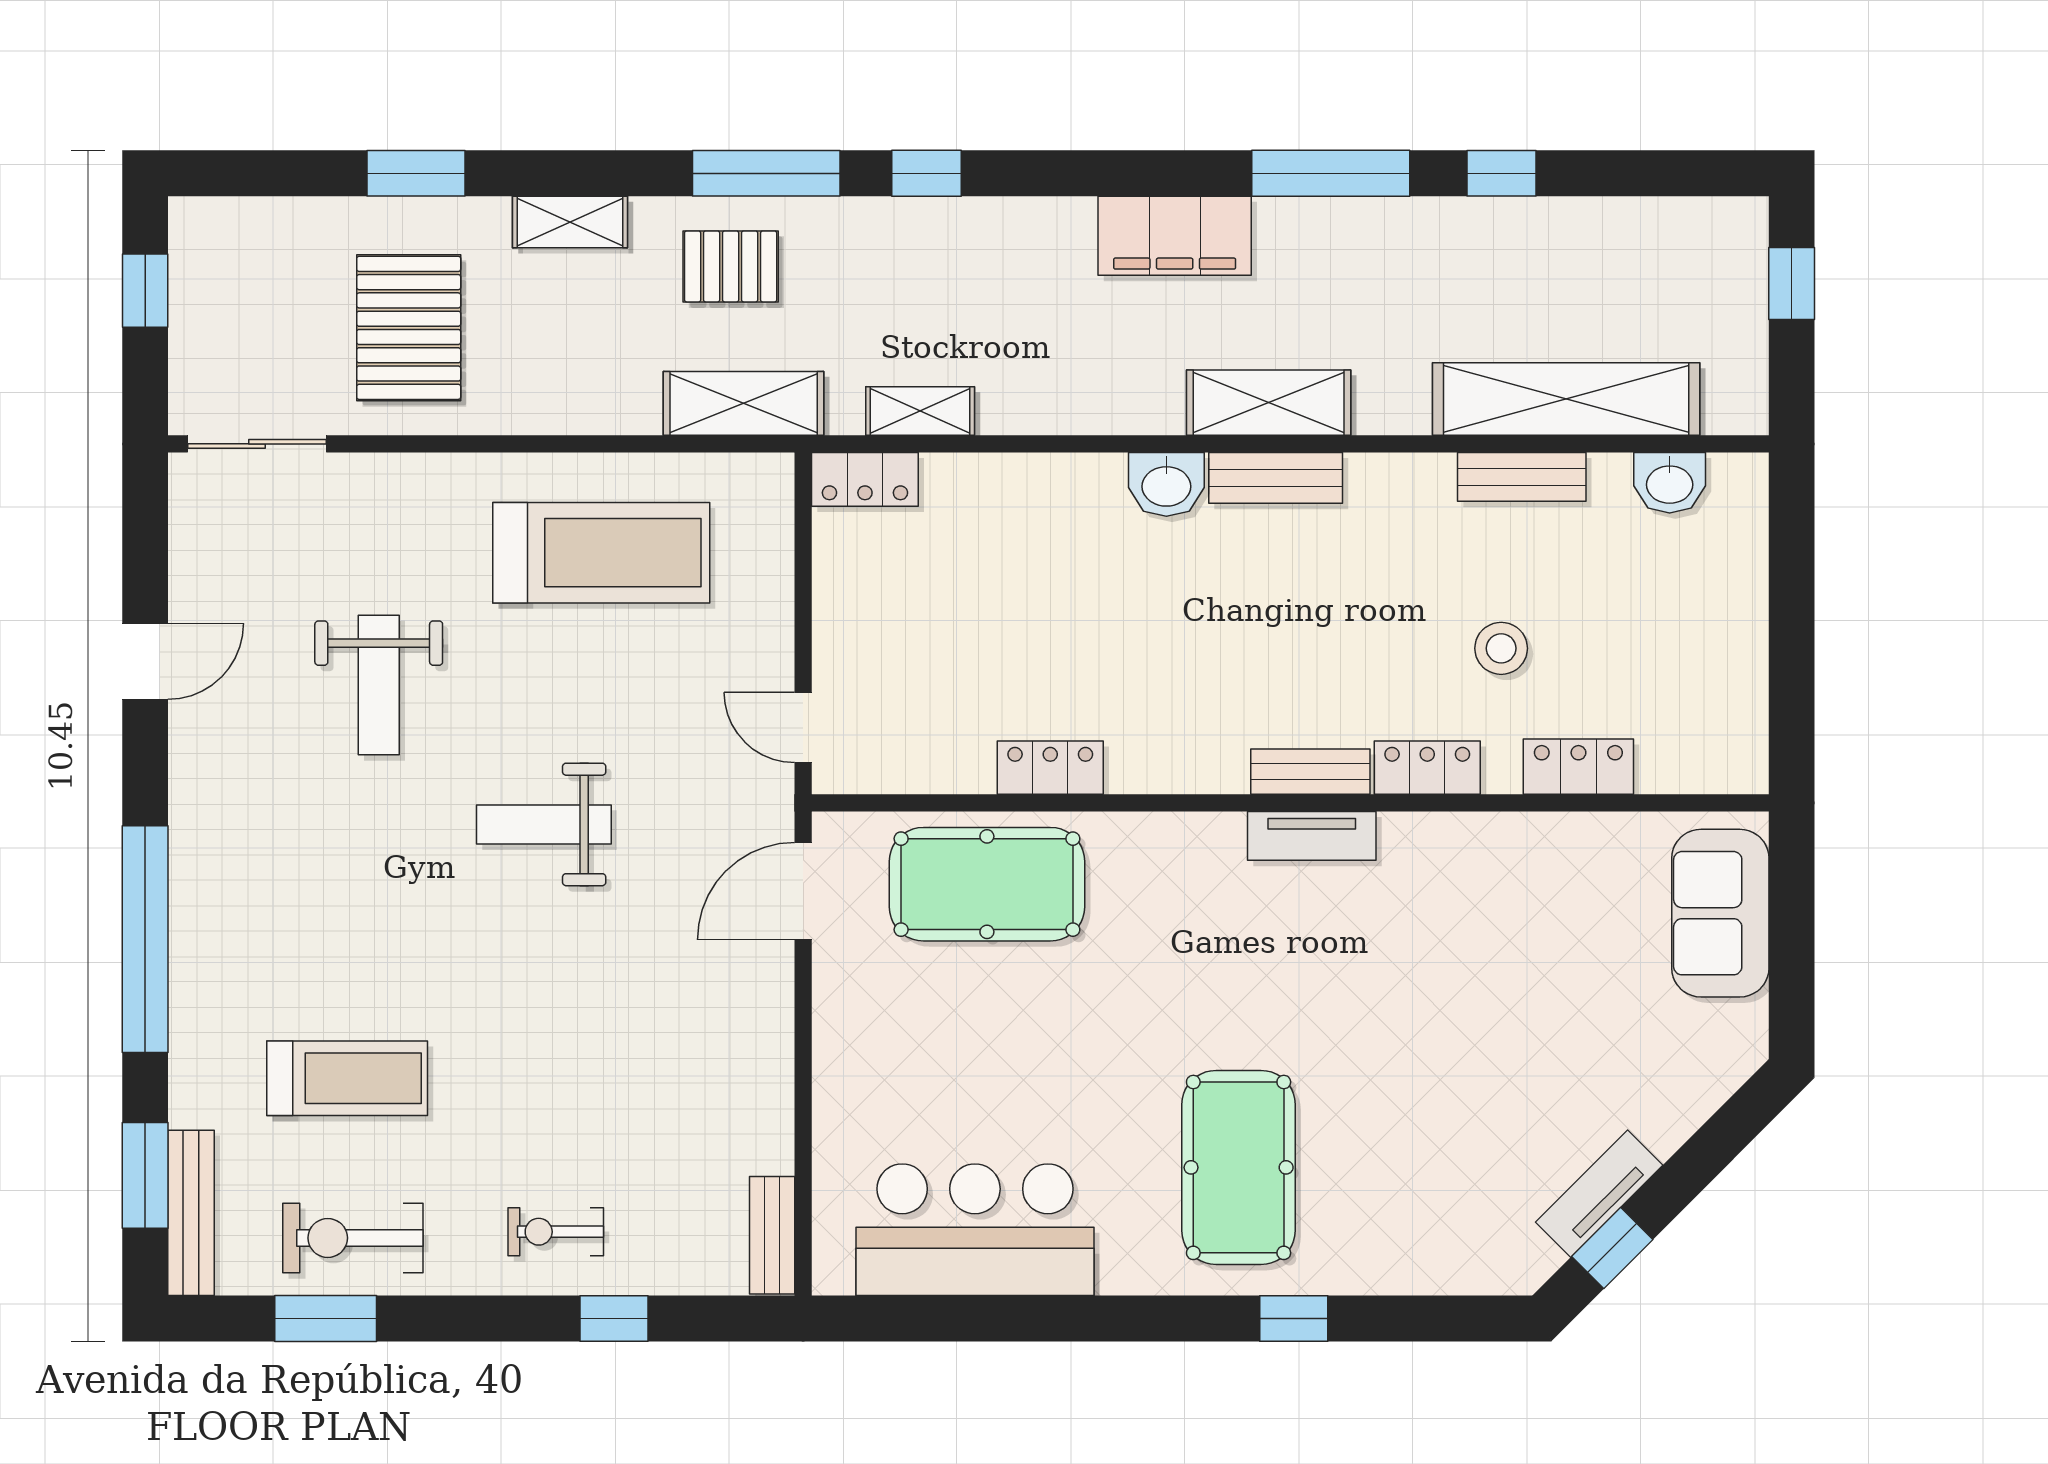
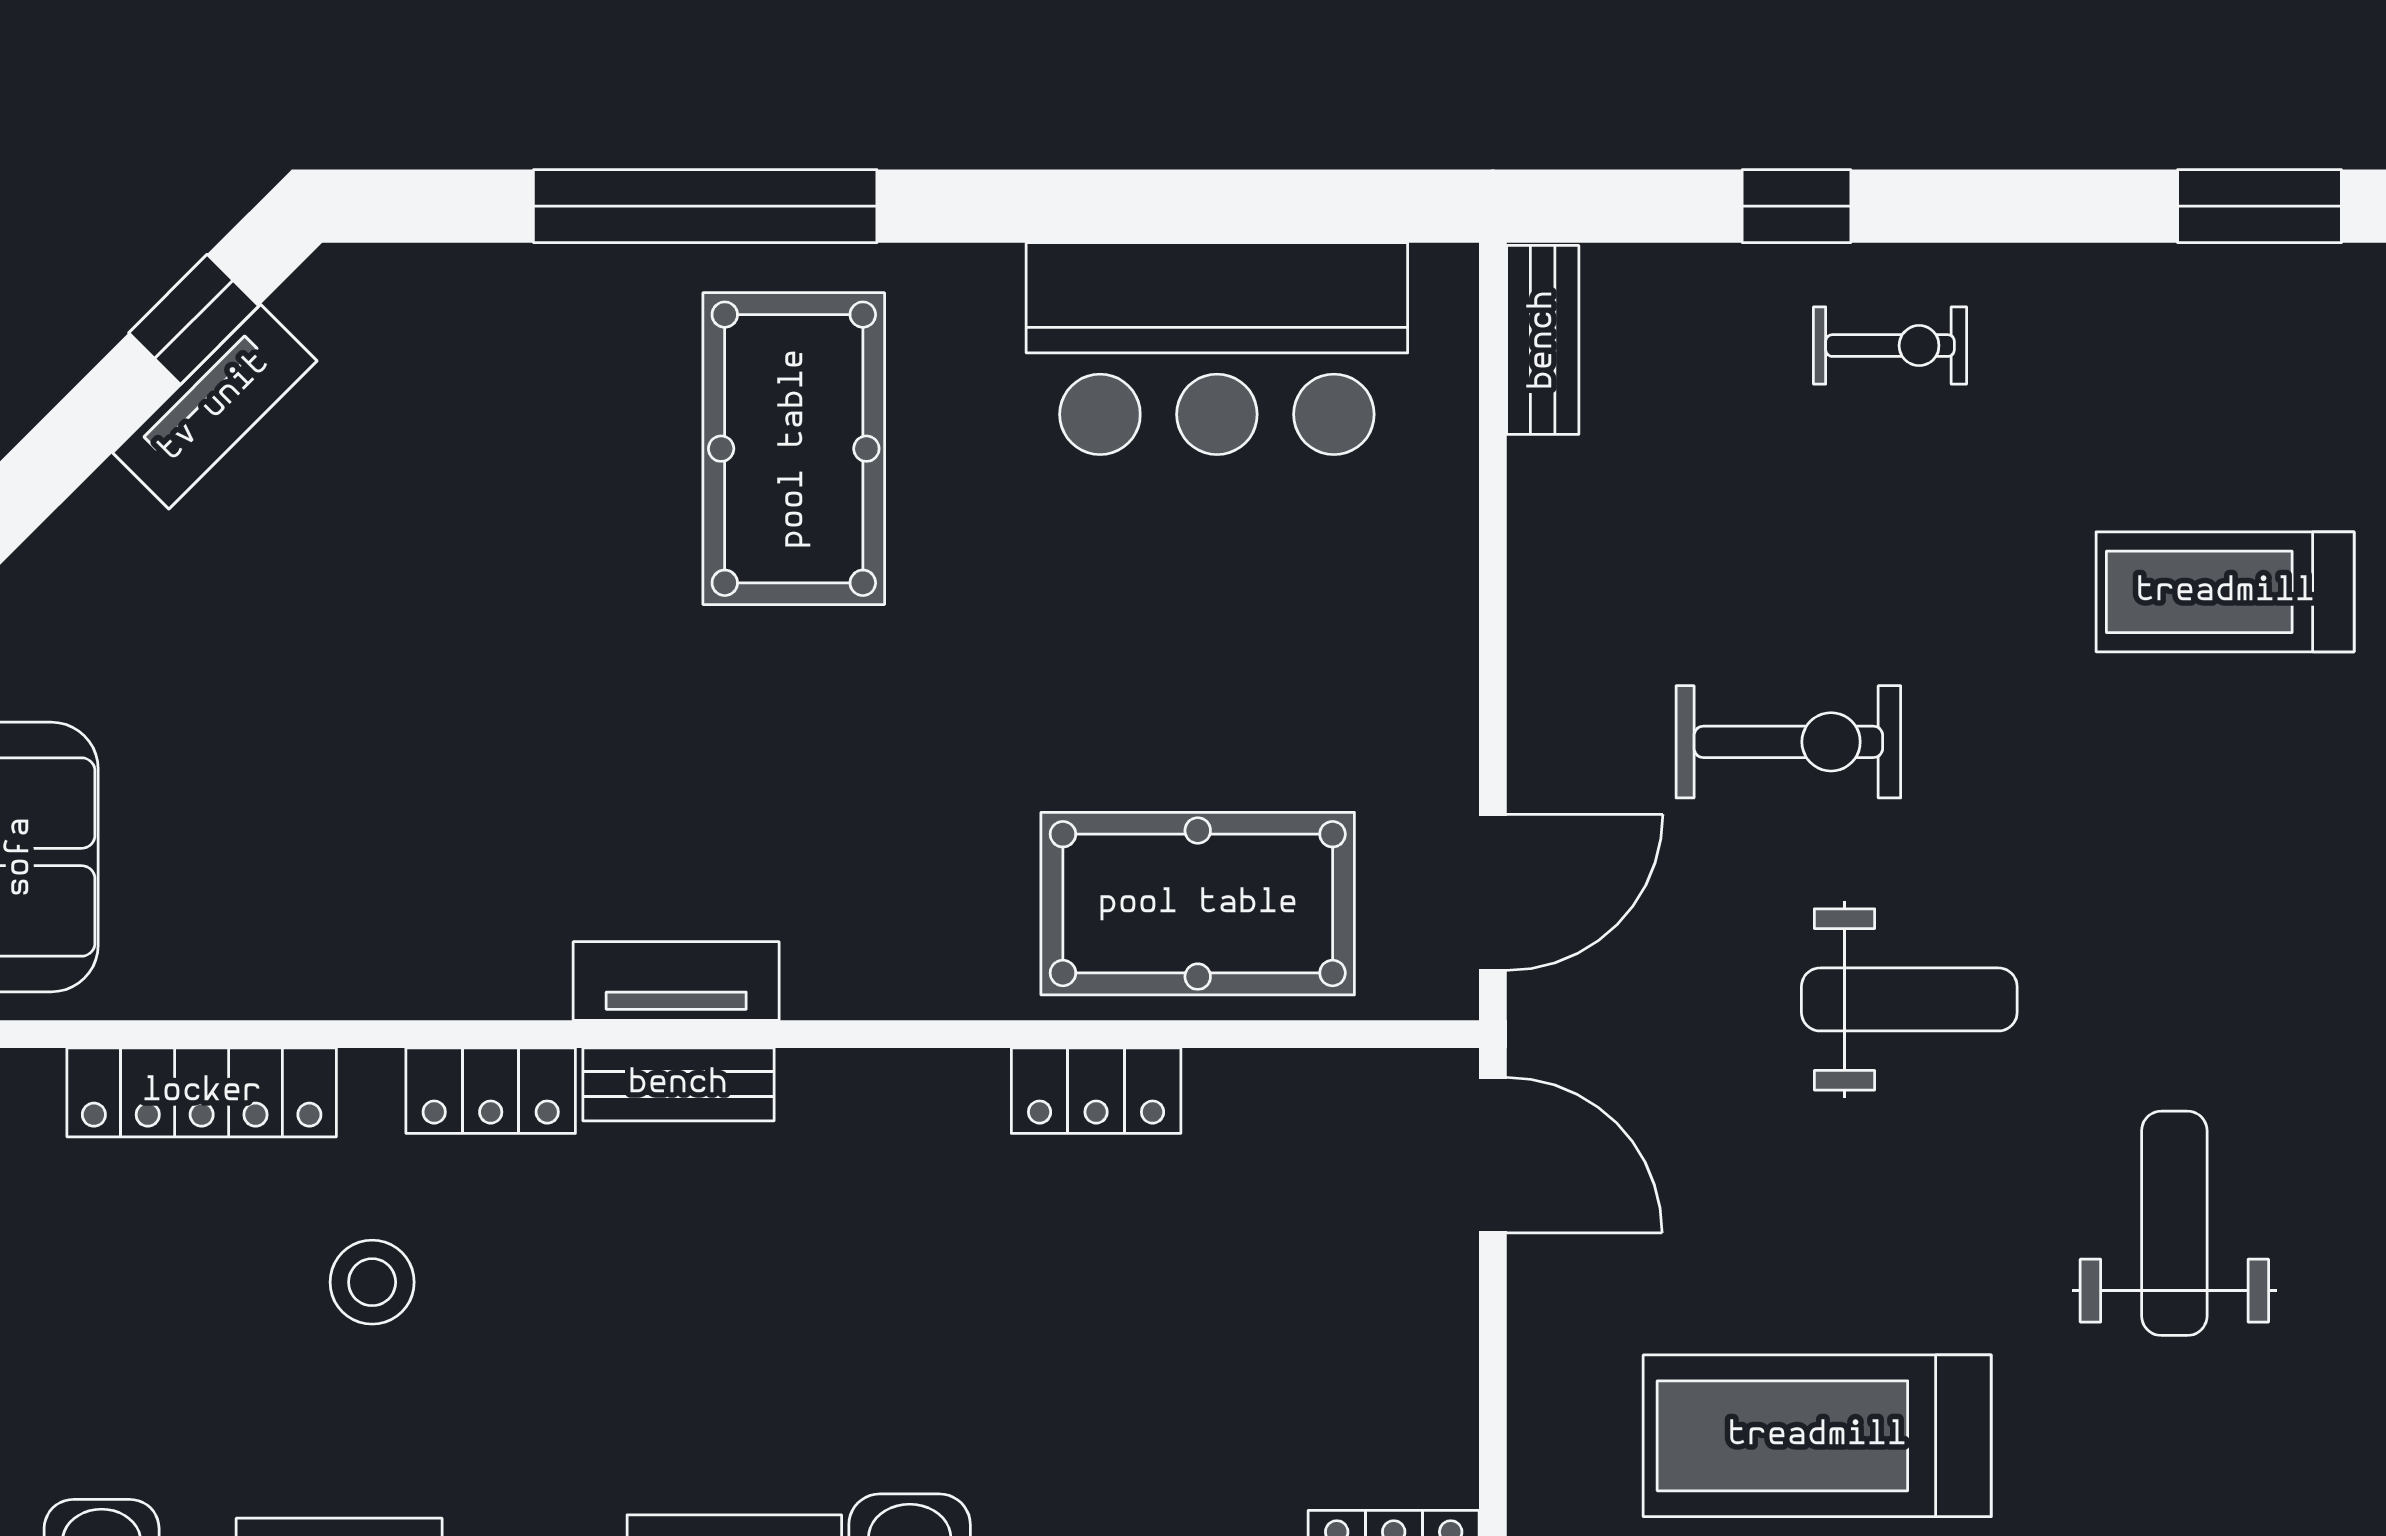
door: (803, 728) -> (1493, 1155), width x1.38
locker: (1578, 767) -> (202, 1092), width x1.53
exercise bike: (353, 1238) -> (1788, 742), moved
window: (1294, 1319) -> (705, 206), width x3.17

